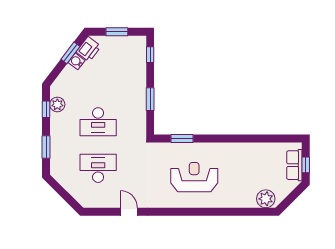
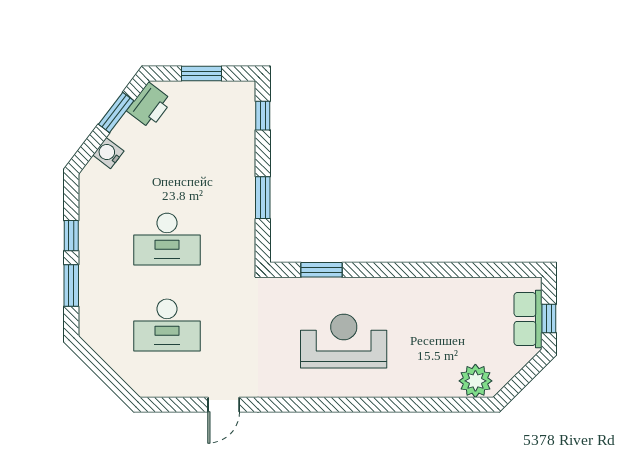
water cooler: (76, 61) -> (108, 153), moved
plant: (57, 104) -> (92, 207), removed
window: (46, 109) -> (71, 236), moved
desk: (98, 168) -> (167, 325), turned 180
door: (129, 212) -> (224, 405), swing flipped

